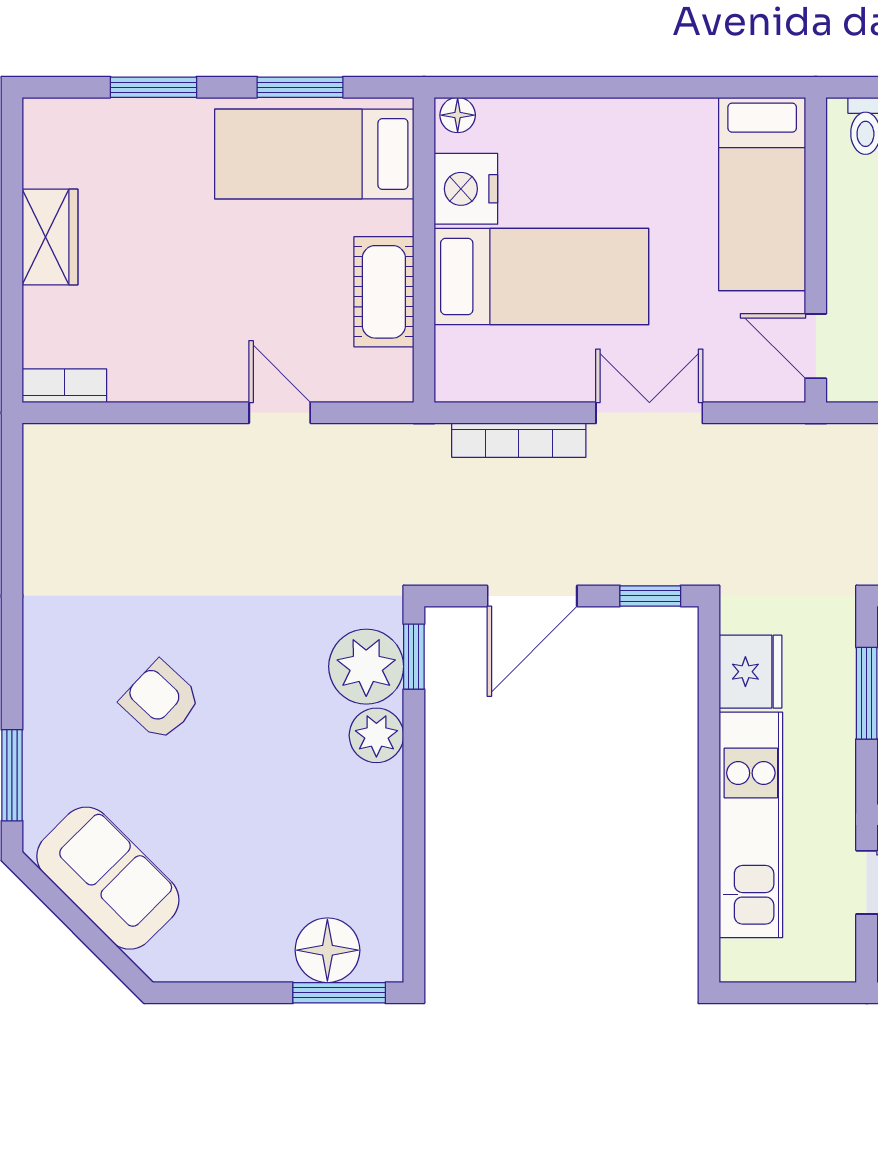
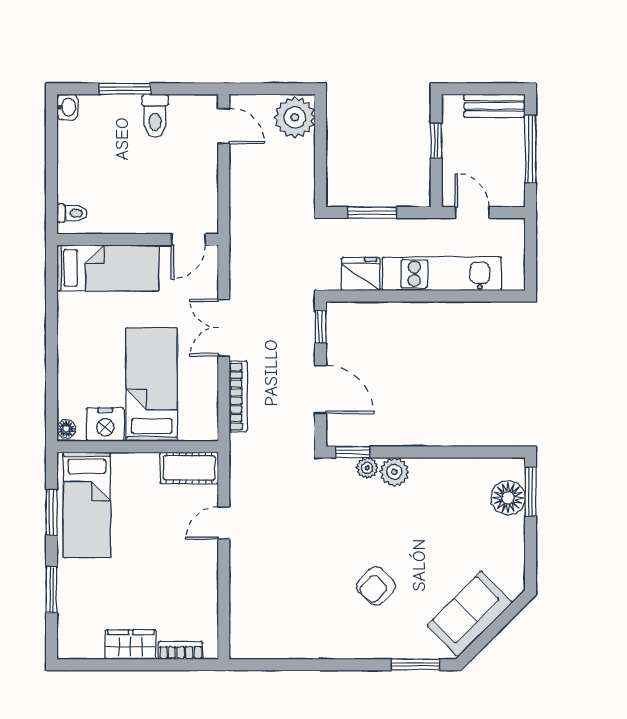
cot: (384, 292) -> (189, 468), moved
bookcase: (64, 386) -> (181, 650), moved, turned 90
plant: (366, 667) -> (367, 468), width x0.53, depth x0.53

